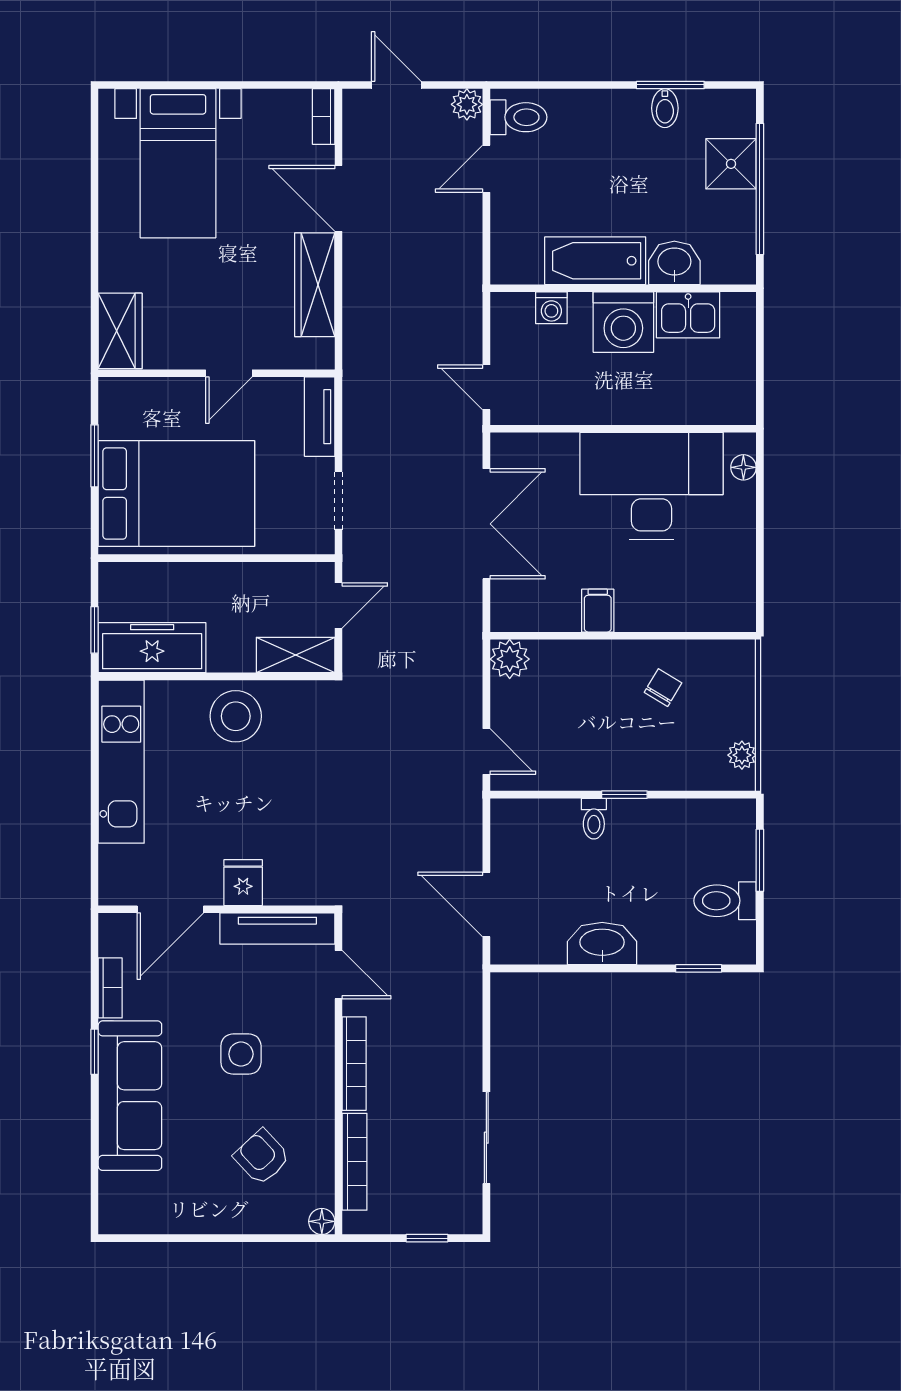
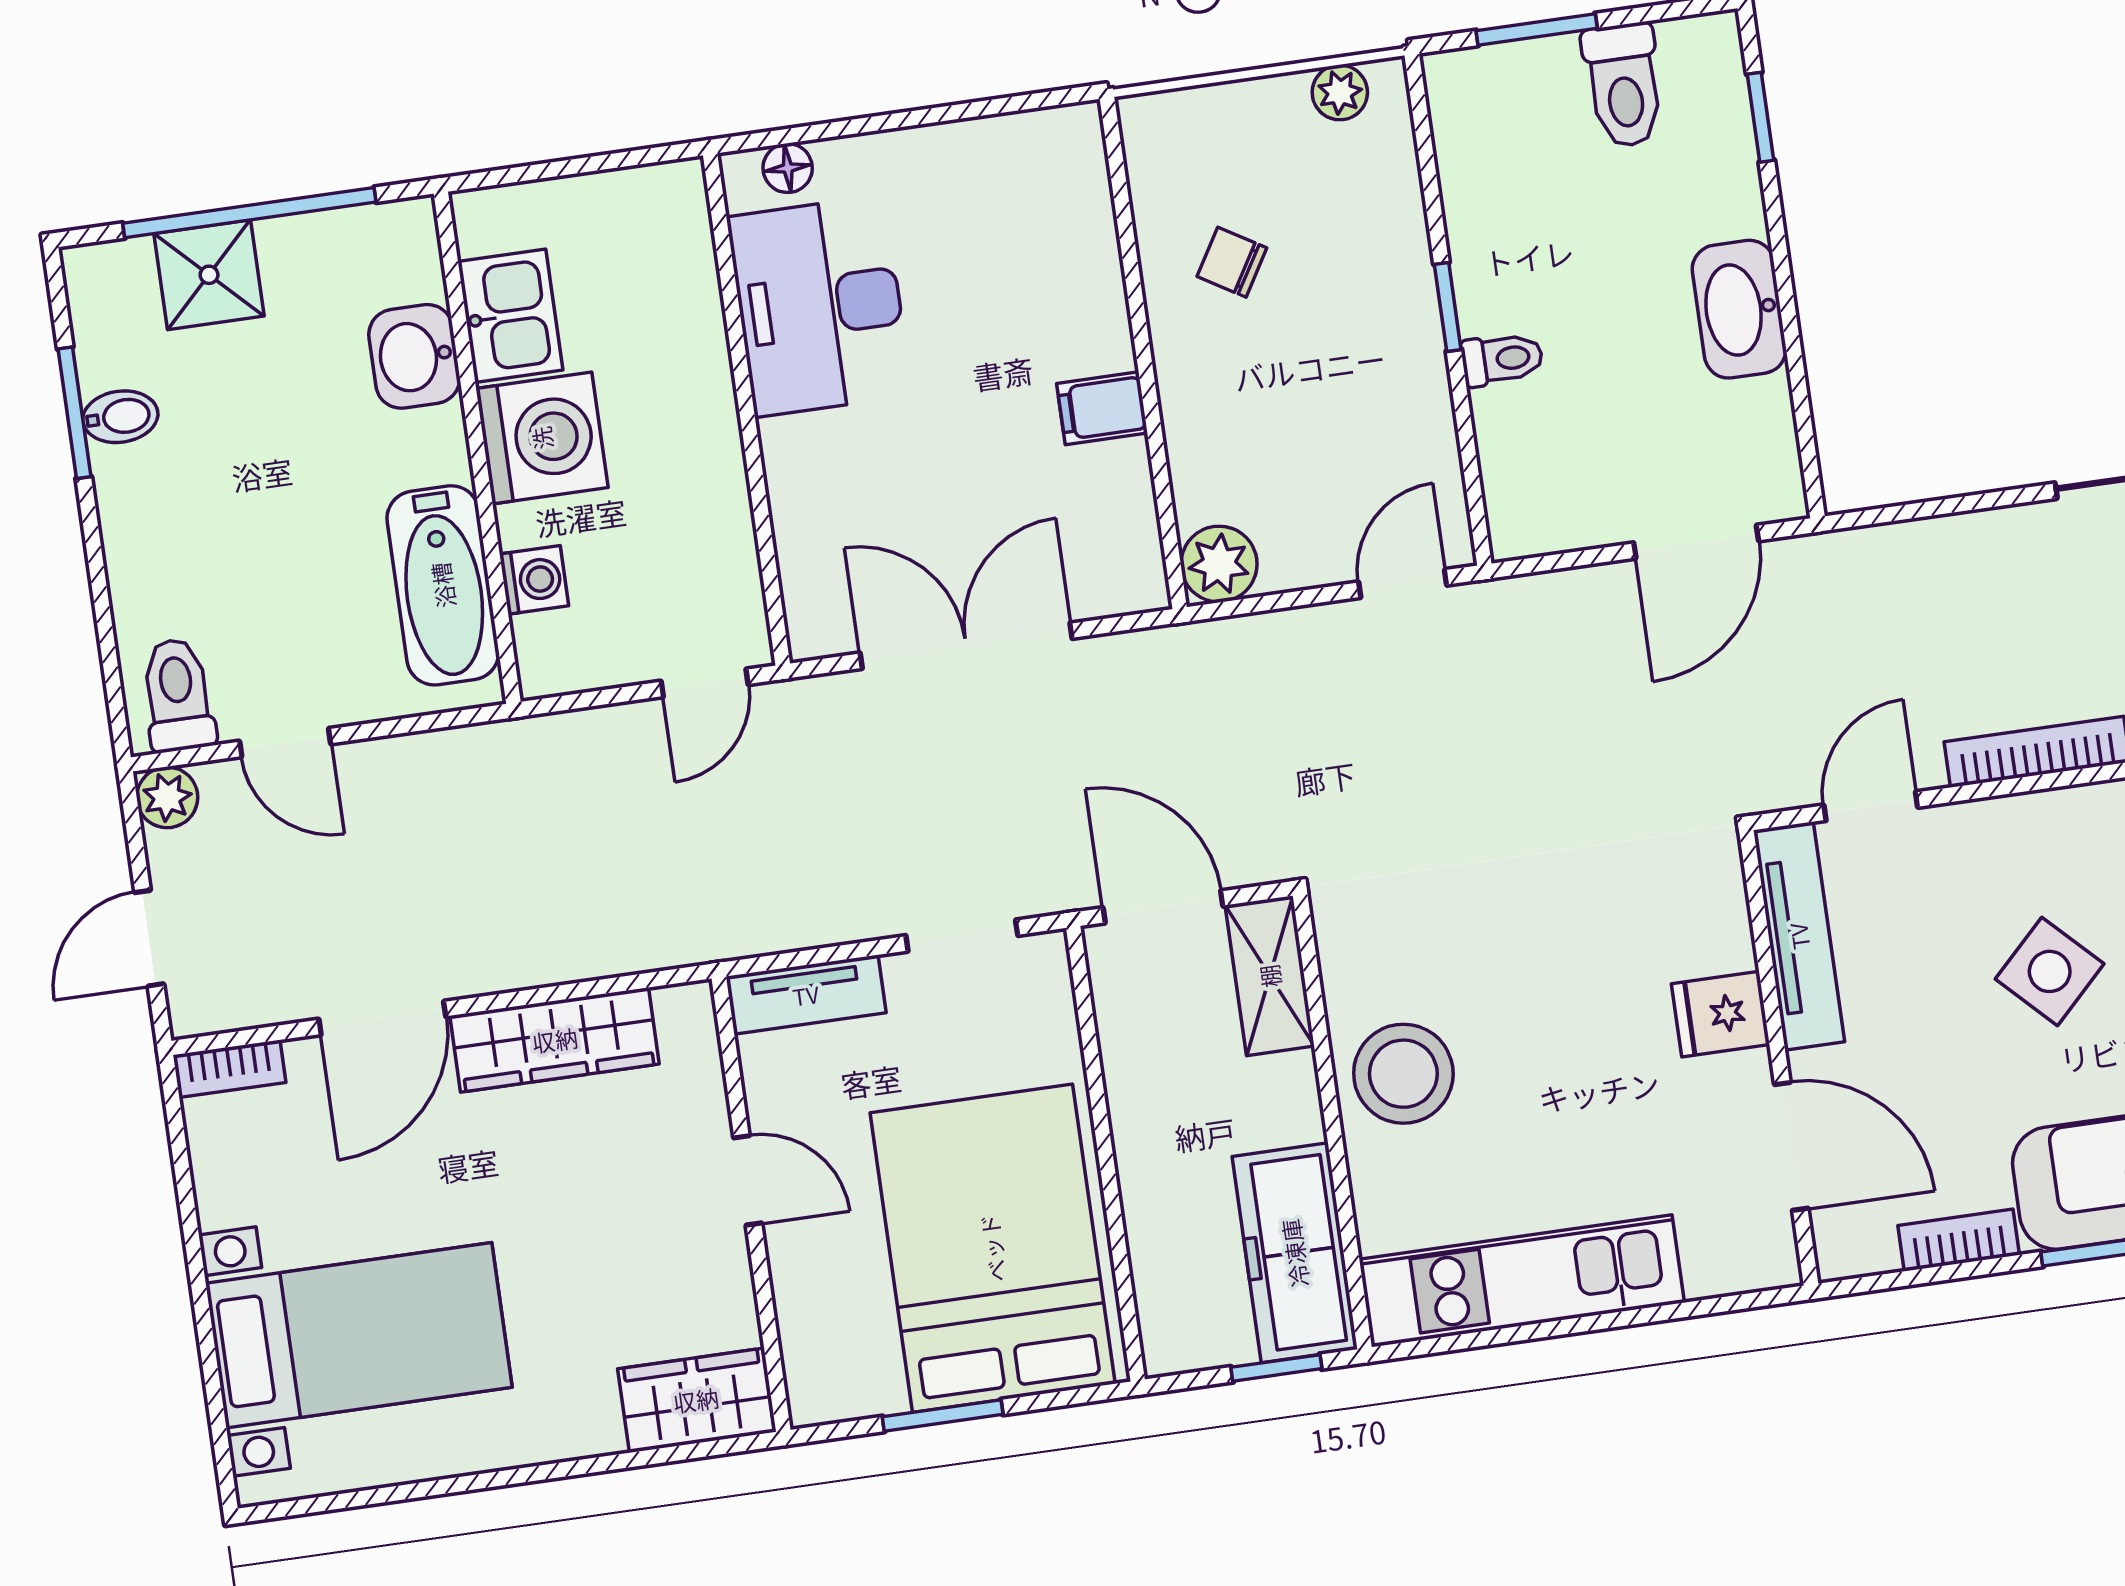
bathtub: (595, 261) -> (443, 585), moved
desk: (651, 486) -> (820, 306), width x0.73, depth x0.77
door: (338, 605) -> (1163, 907), width x1.37
side table: (241, 1054) -> (2050, 971), turned 45

